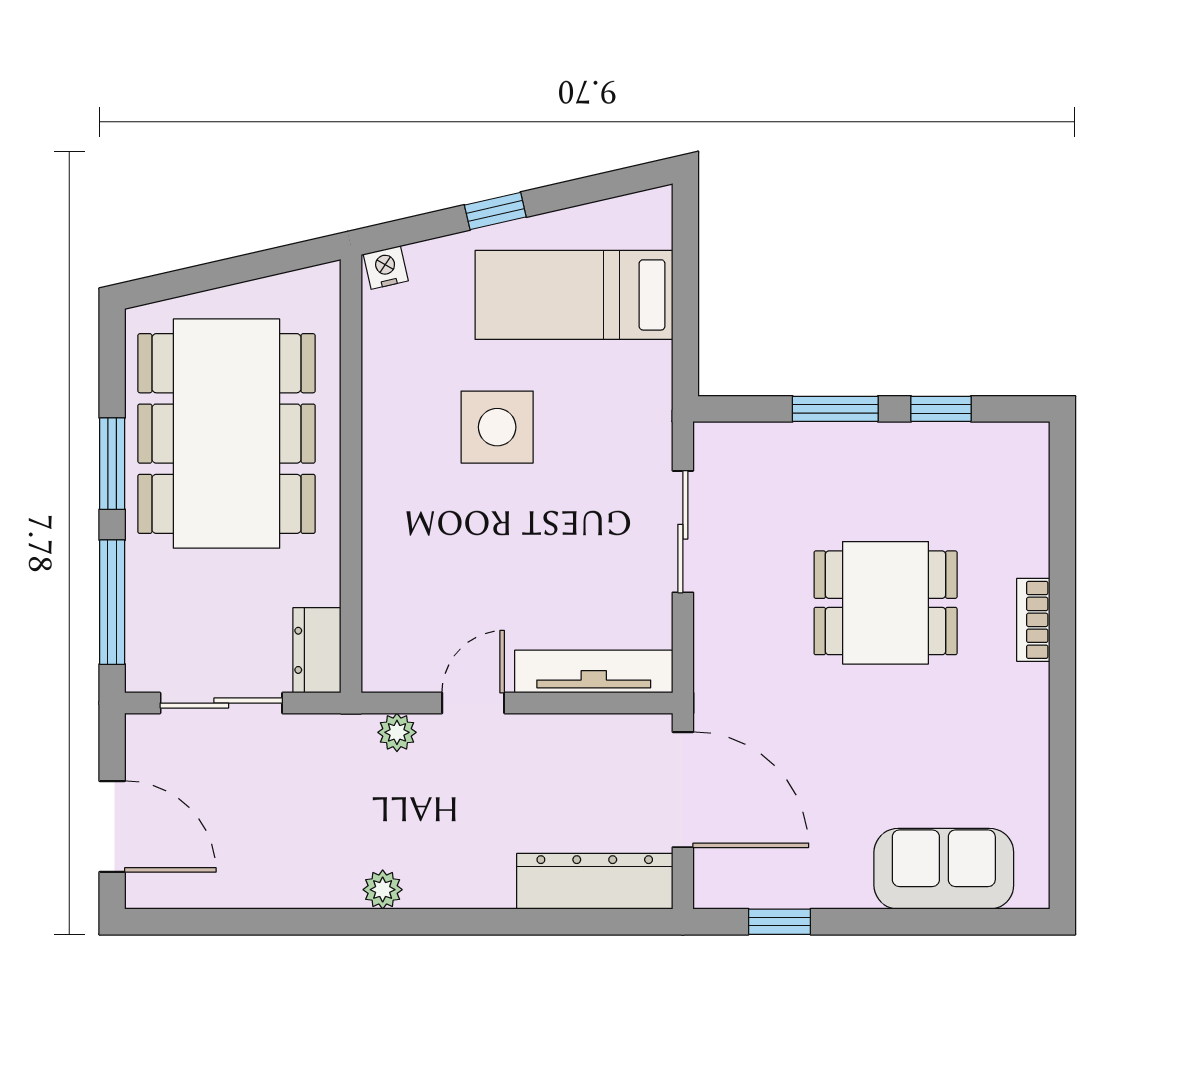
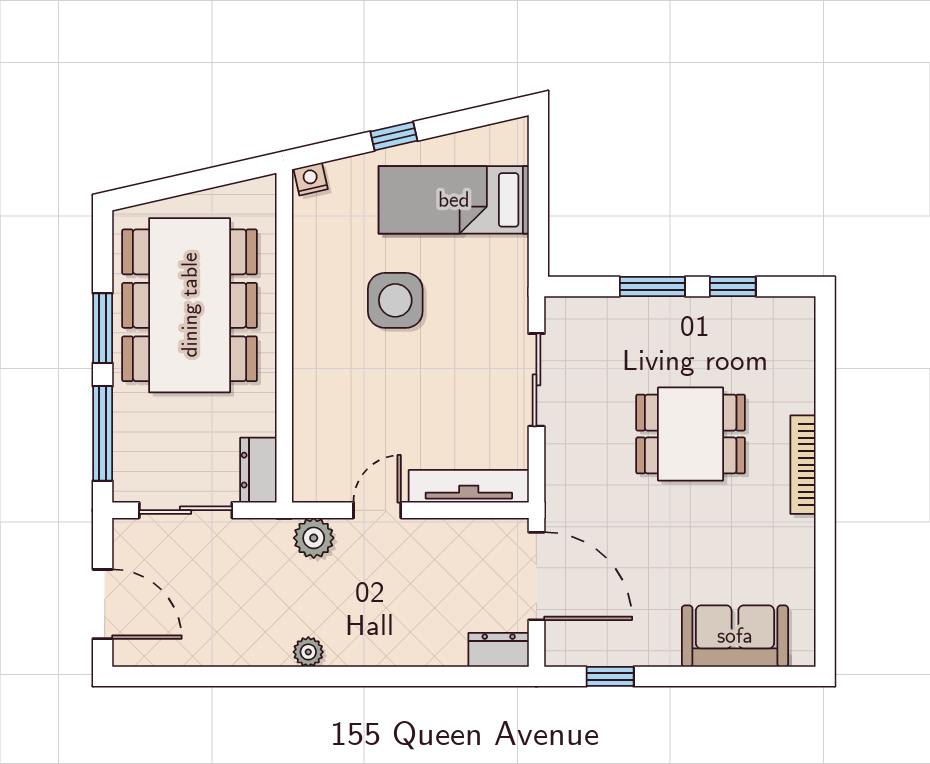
bookcase: (1033, 620) -> (803, 465), width x1.56
plant: (397, 732) -> (314, 538), width x1.38, depth x1.38
dresser: (595, 881) -> (499, 650), width x0.51, depth x0.80

